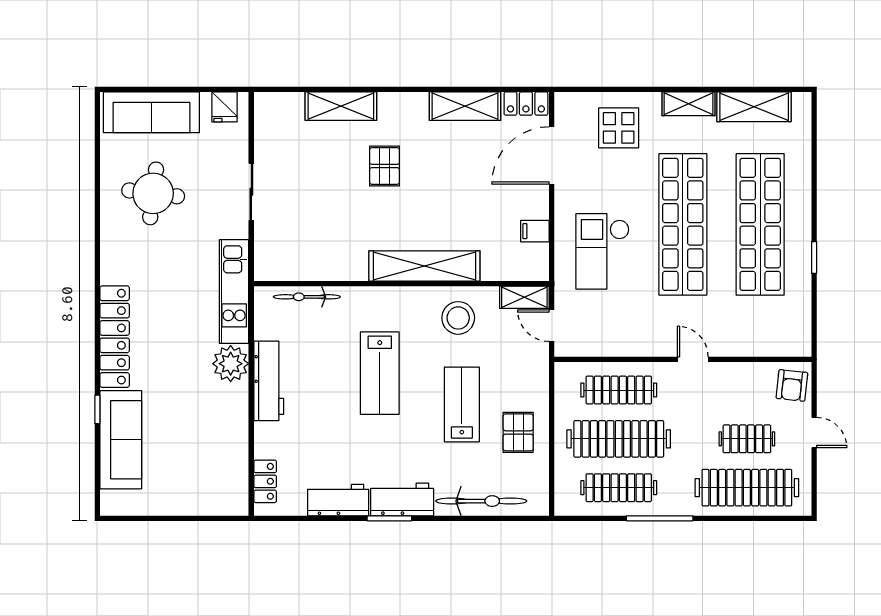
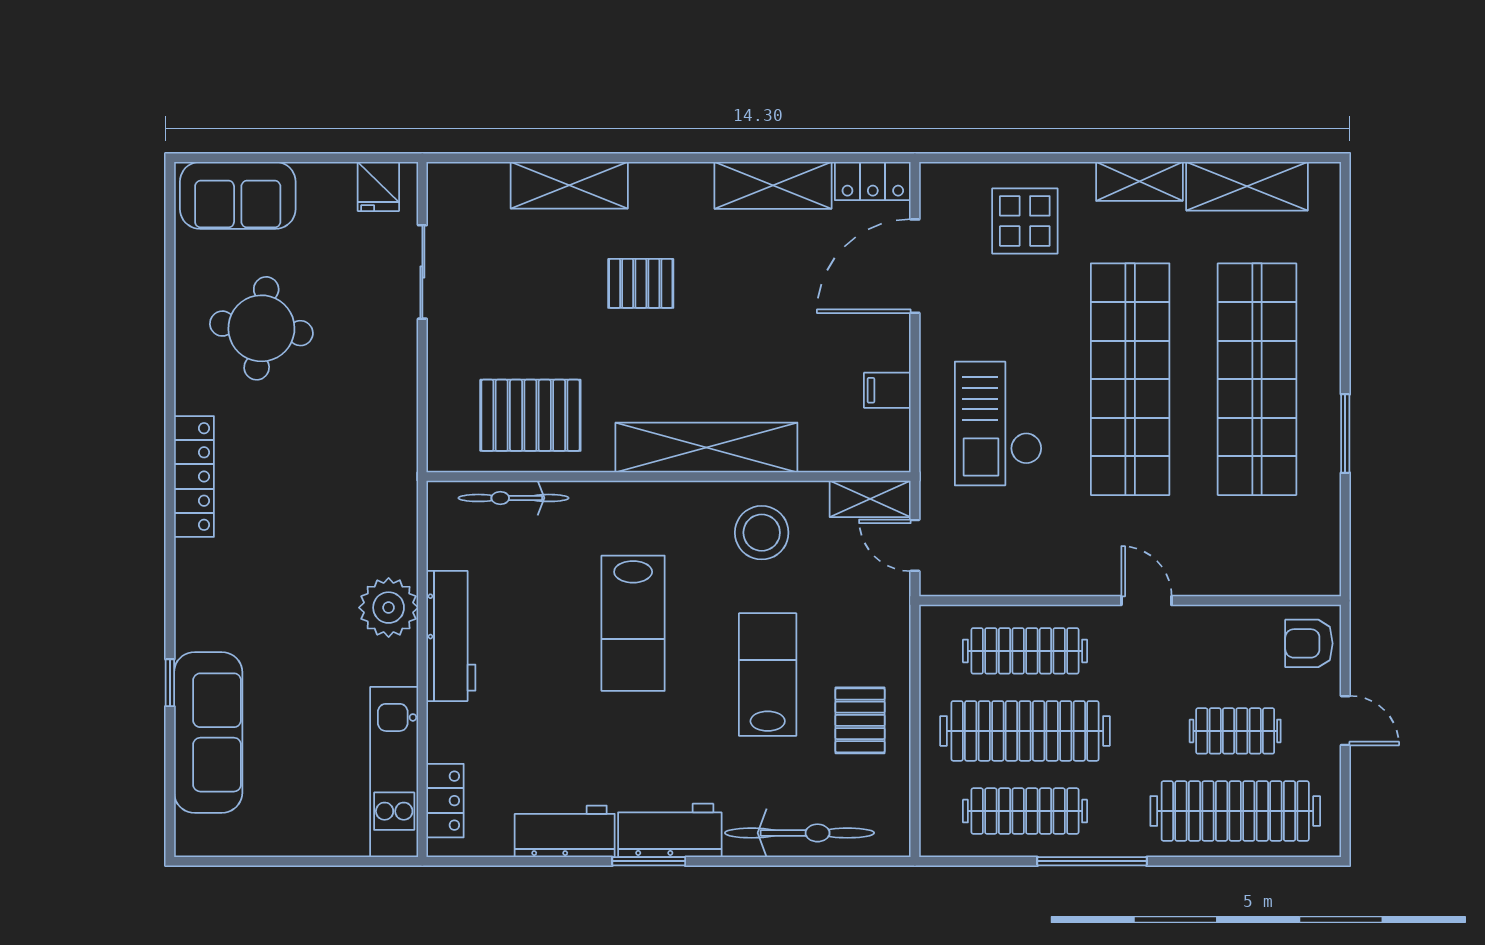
sofa: (151, 112) -> (238, 195), width x0.73
pallet: (384, 166) -> (641, 283), turned 90
sliding door: (251, 192) -> (422, 272), moved
pallet: (317, 246) -> (530, 415), added
window: (814, 257) -> (1345, 433), width x1.50
kitchen unit: (234, 292) -> (394, 772), moved
locker: (115, 337) -> (194, 477), moved, width x0.71, depth x0.83
armchair: (792, 385) -> (1309, 643), turned 84

